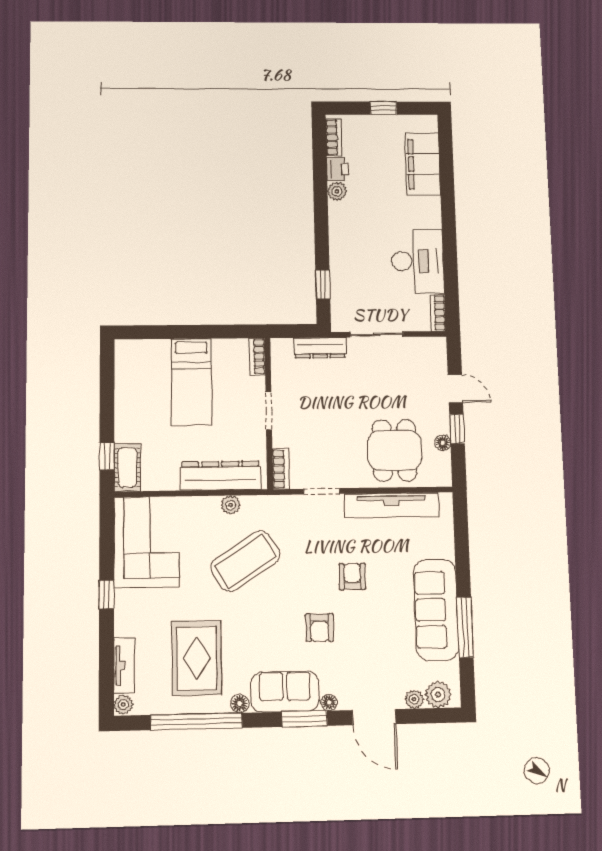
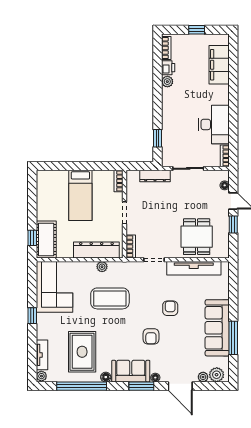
floor lamp: (443, 443) -> (225, 185), moved
cot: (127, 467) -> (46, 239), width x1.37, depth x1.34
coffee table: (245, 561) -> (110, 298), turned 33

